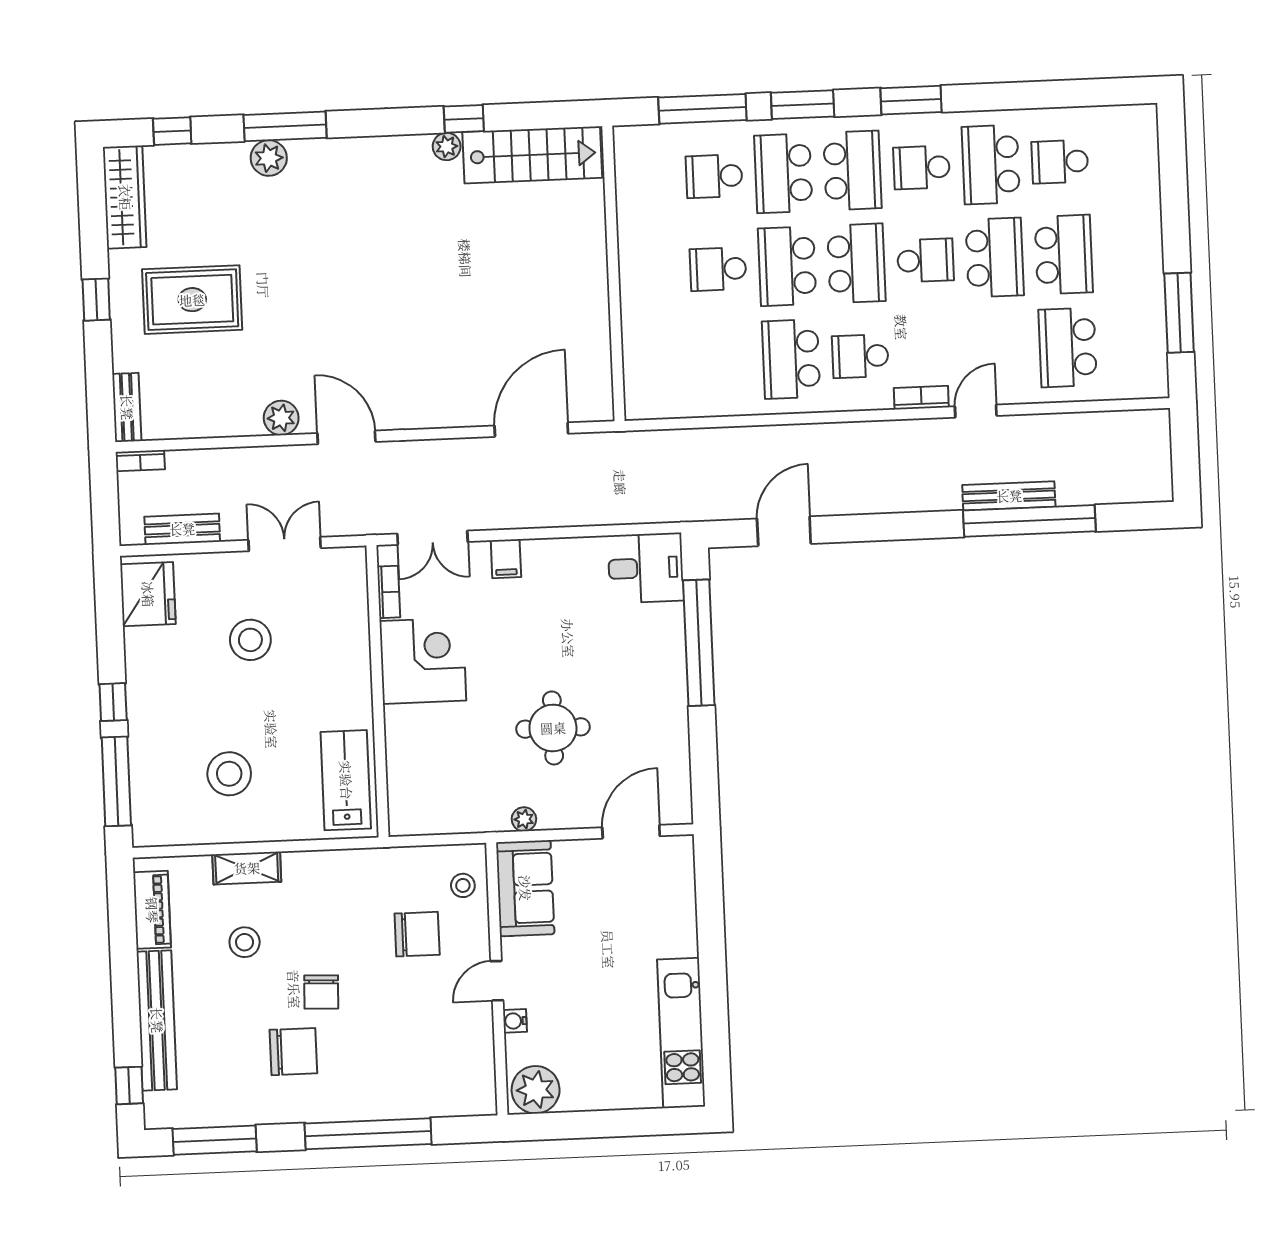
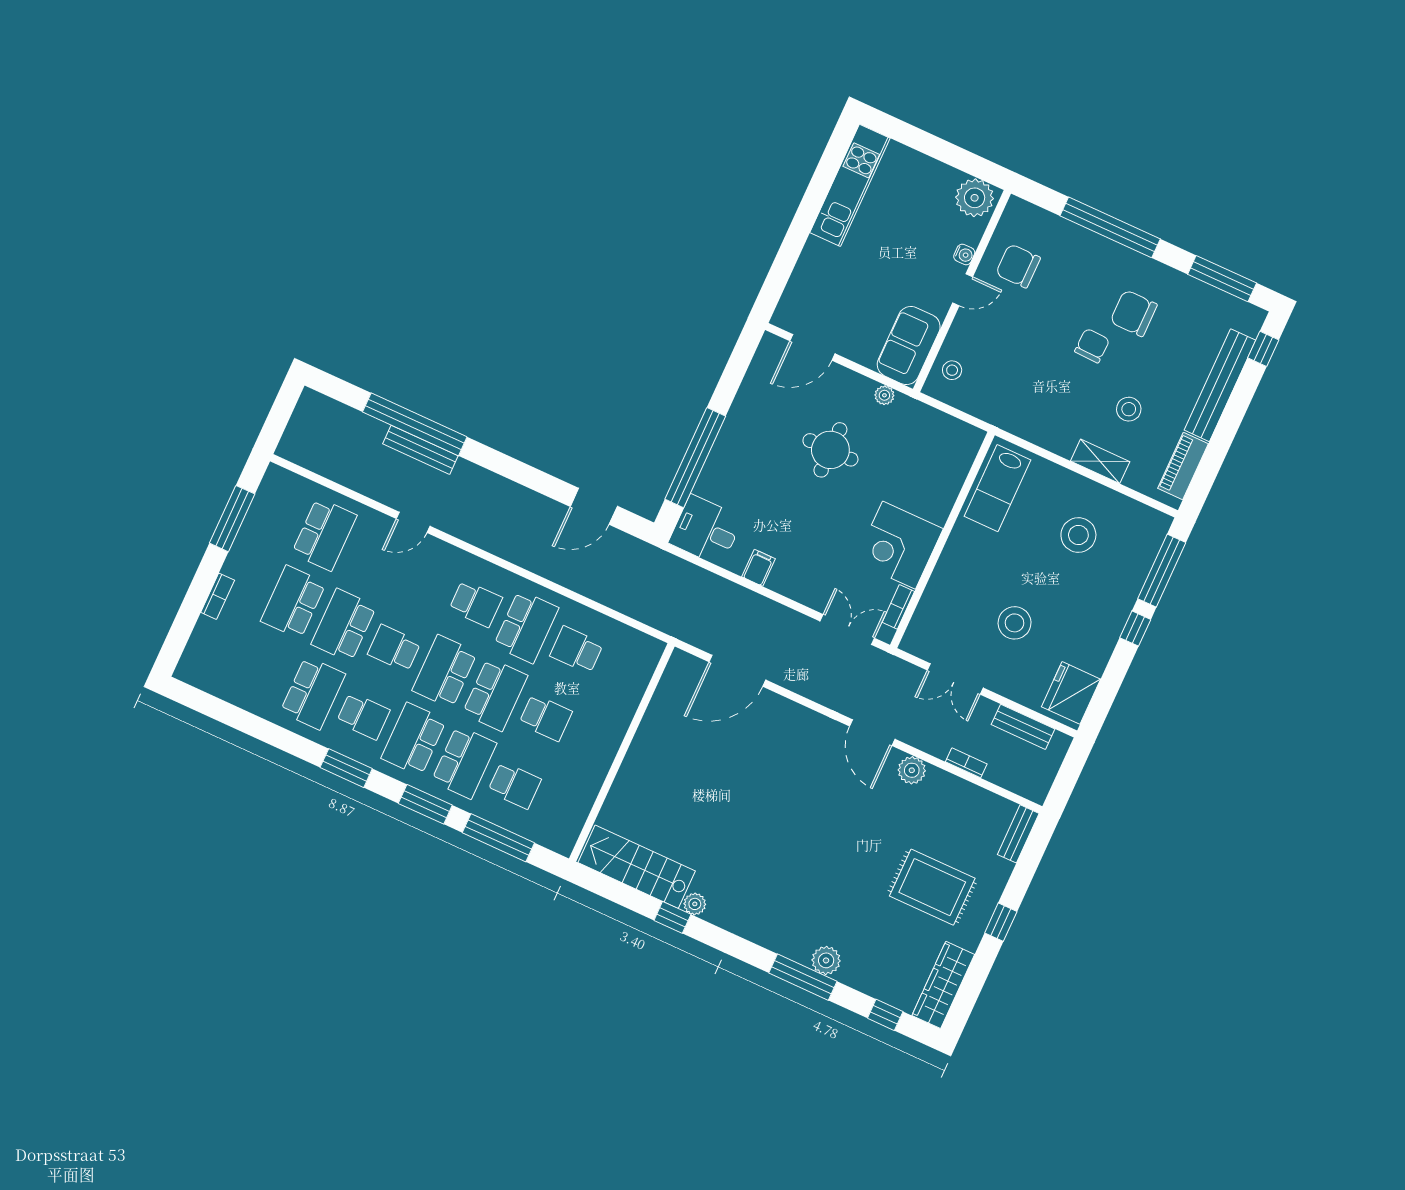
school desk: (1060, 162) -> (577, 650), moved, turned 180
bookcase: (921, 398) -> (218, 596), moved, turned -90
bookcase: (140, 461) -> (966, 763), moved
filing cabinet: (506, 559) -> (759, 568), moved
chair: (417, 934) -> (1018, 266), moved

